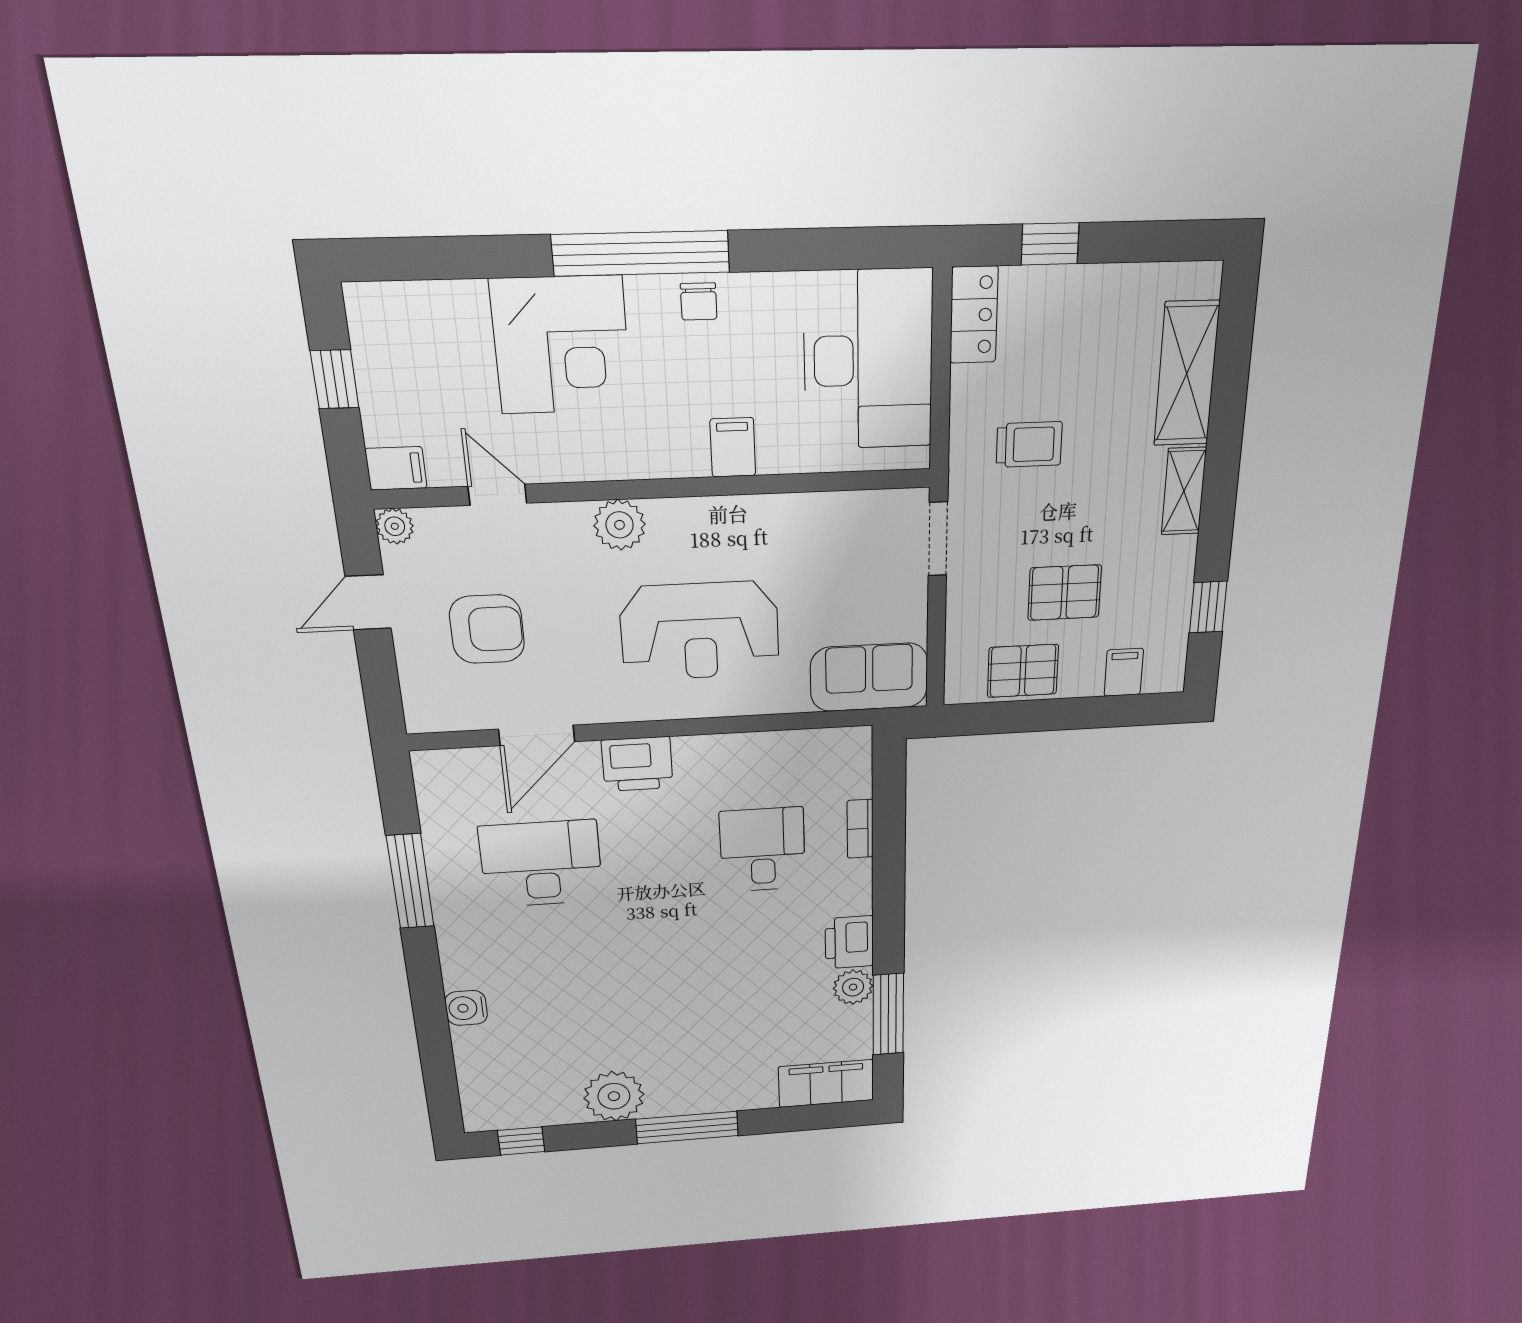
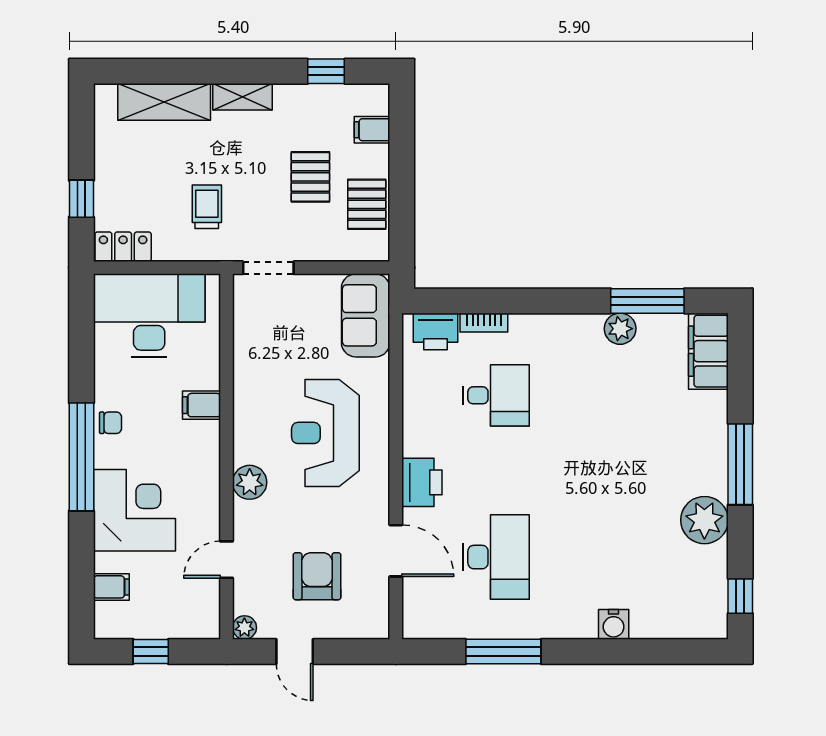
filing cabinet: (396, 468) -> (111, 587), moved, turned 90
reception desk: (700, 631) -> (325, 433), turned 180
desk: (763, 850) -> (496, 395), turned 180
desk: (541, 864) -> (496, 557), turned 180
printer: (849, 942) -> (436, 331), moved

